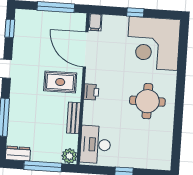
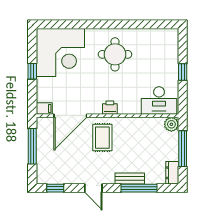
bench: (74, 118) -> (130, 179), moved

